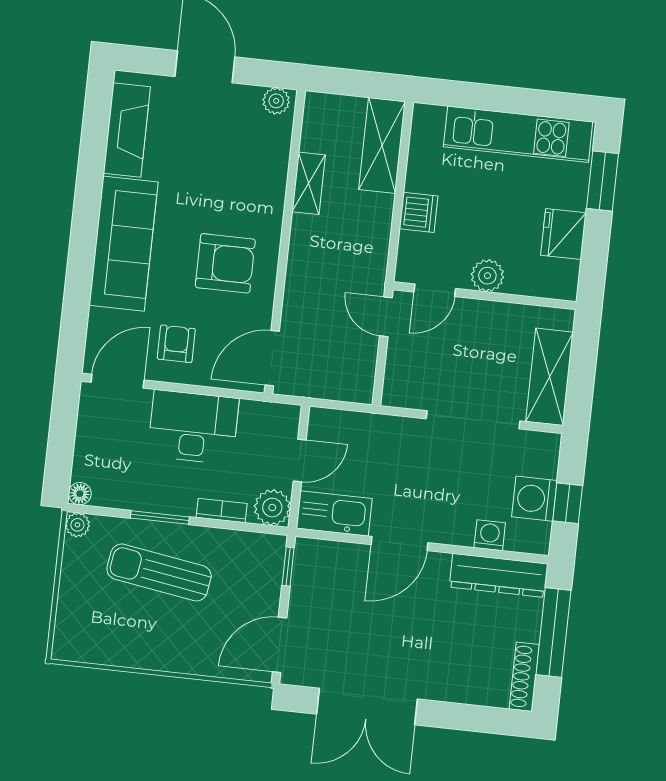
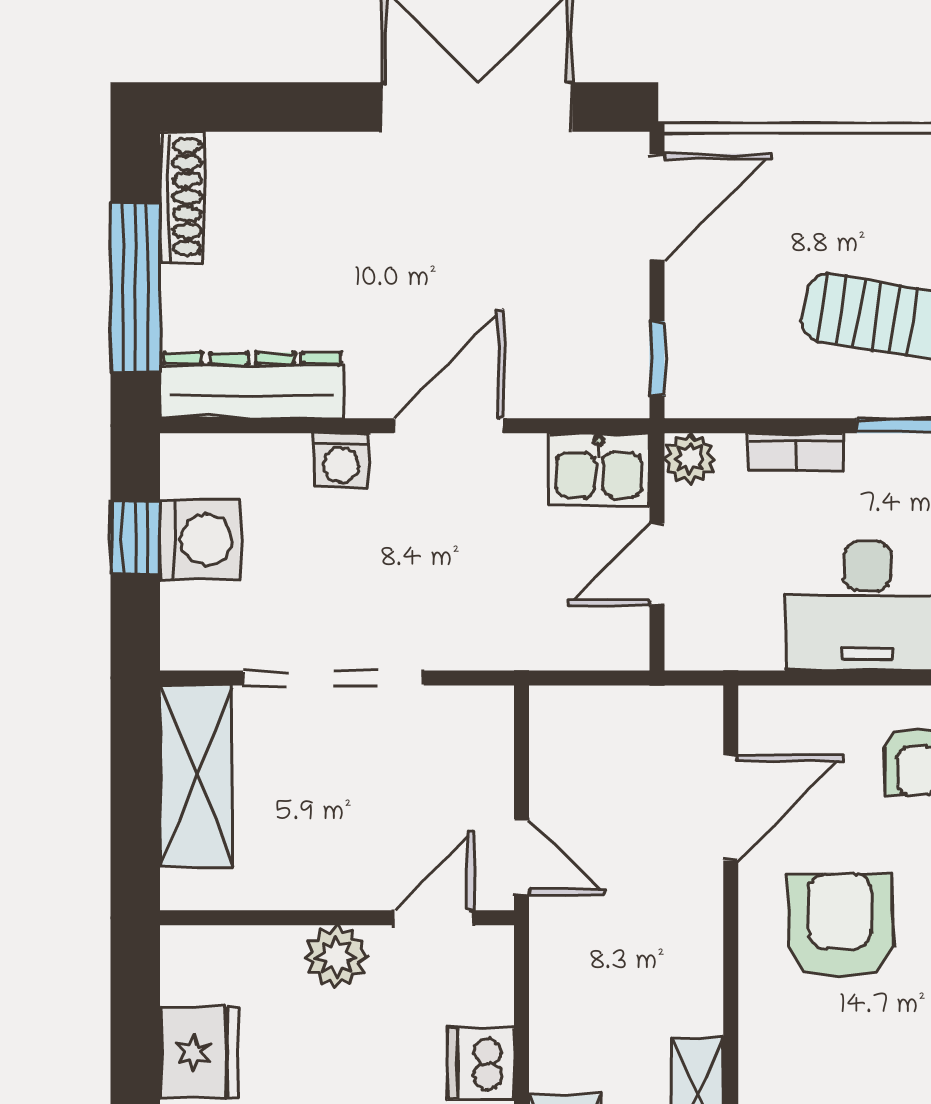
armchair: (225, 263) -> (840, 926), turned 90
door: (272, 358) -> (731, 808), moved
plant: (272, 508) -> (690, 459), width x0.73, depth x0.73
kitchen sink: (334, 513) -> (599, 470), width x0.73
washing machine: (490, 535) -> (341, 461), moved

